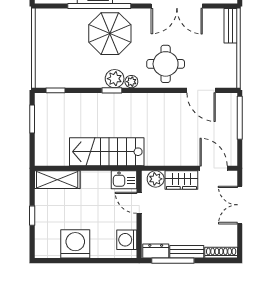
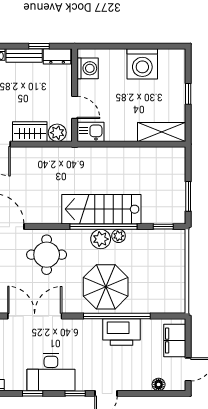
plant: (131, 82) -> (119, 236), moved
window: (112, 90) -> (104, 227), width x3.17
stairs: (107, 152) -> (101, 209), moved, turned 180
window: (173, 261) -> (39, 46), width x0.46

